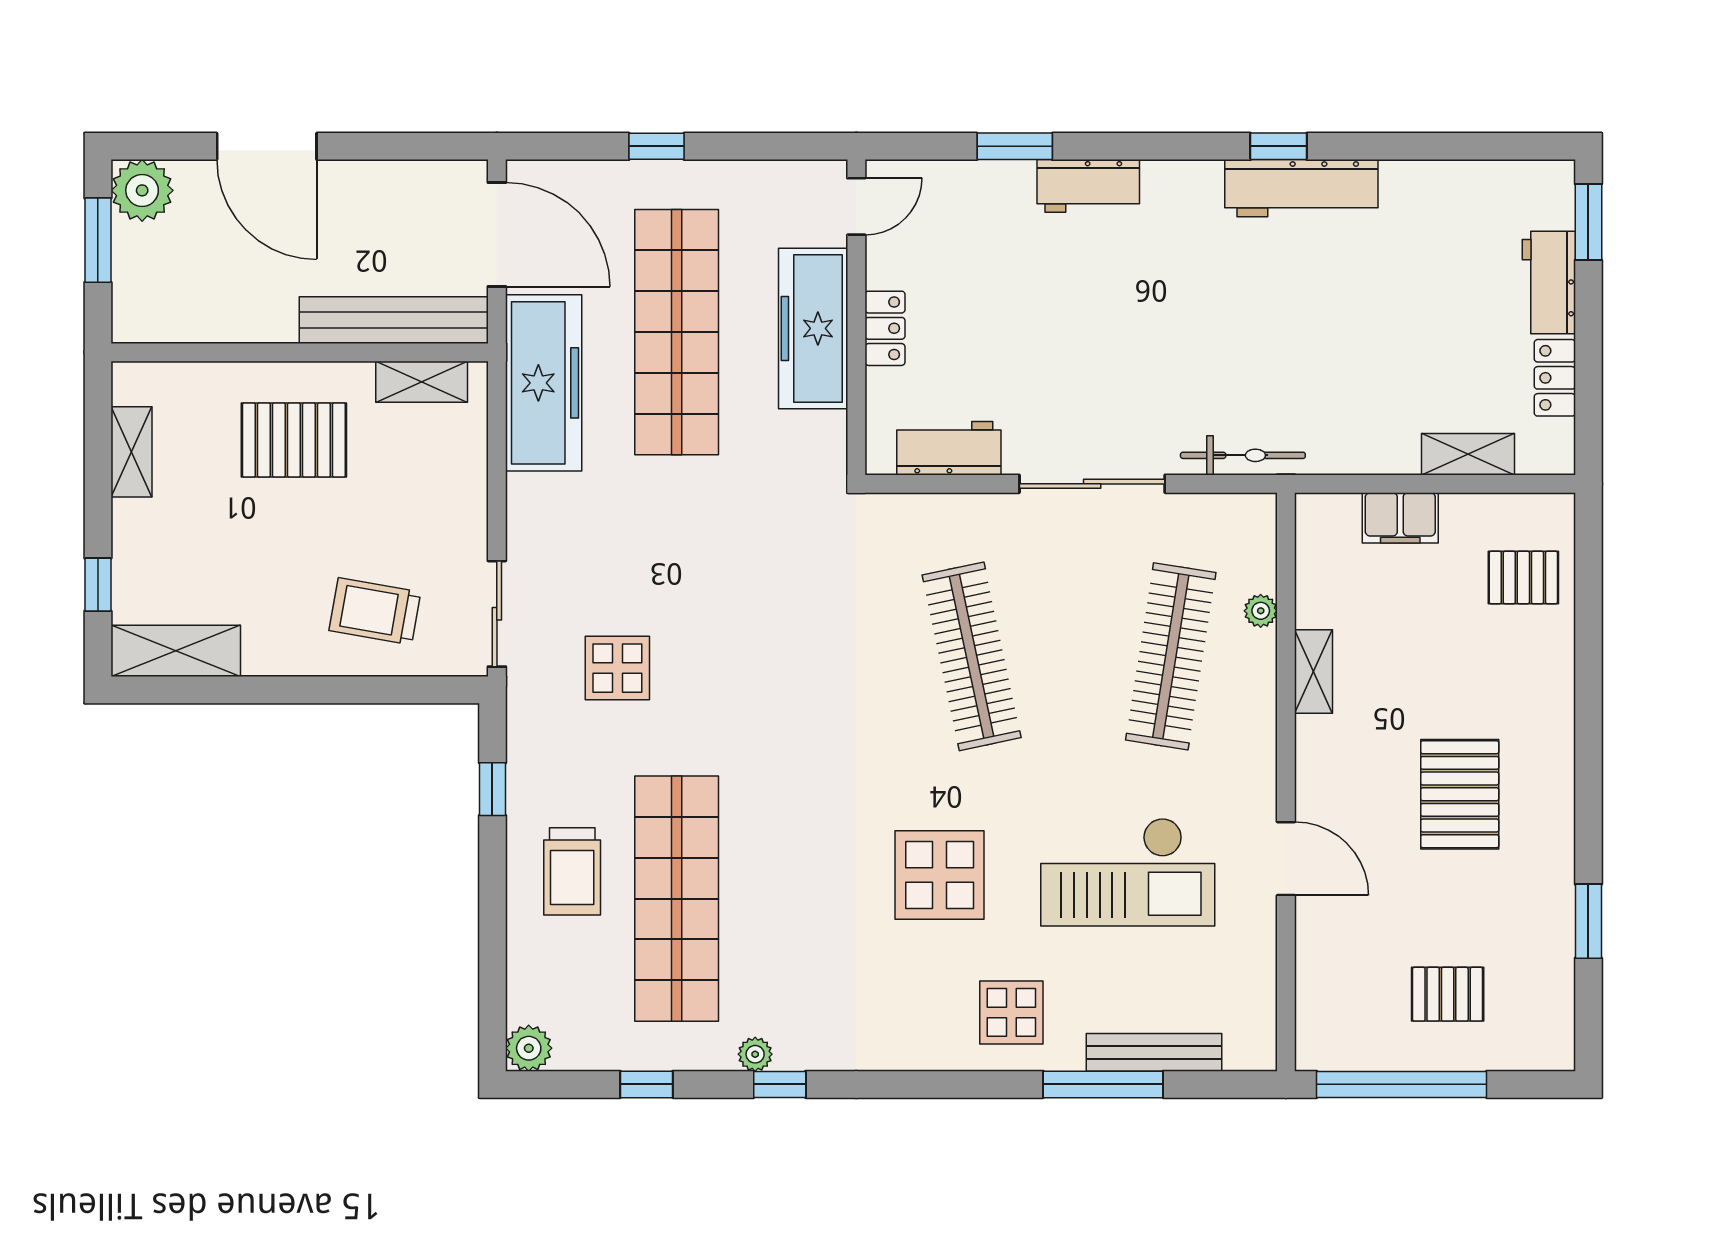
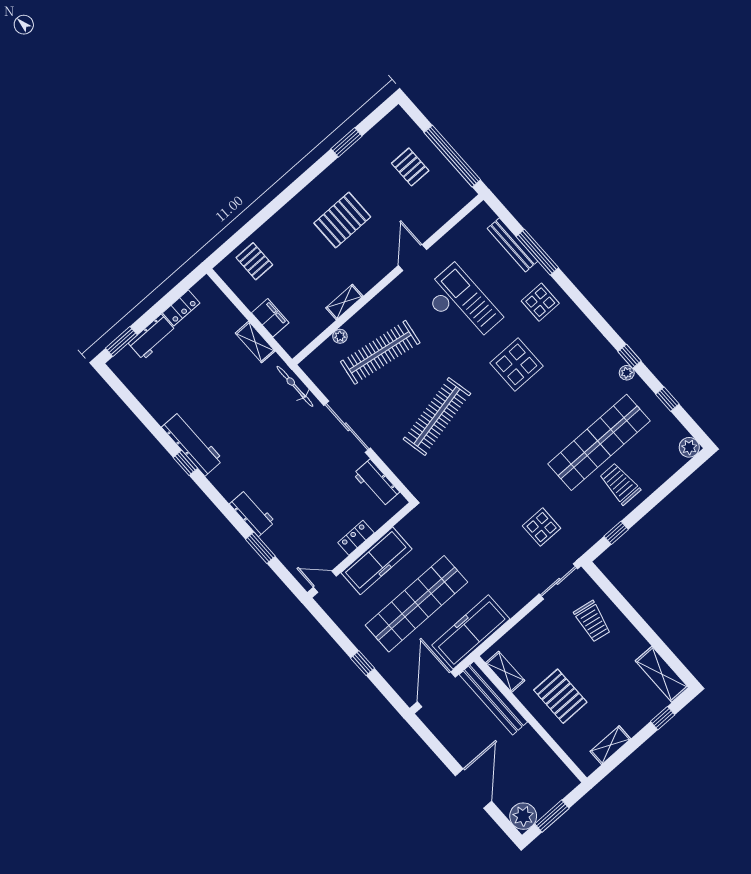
shelving: (1468, 454) -> (255, 342), moved
trolley: (572, 871) -> (620, 484), turned -90

